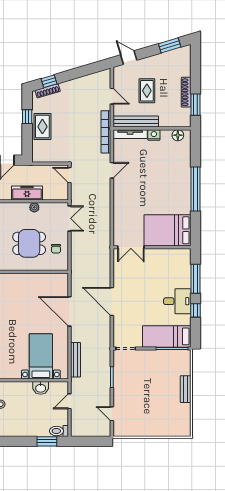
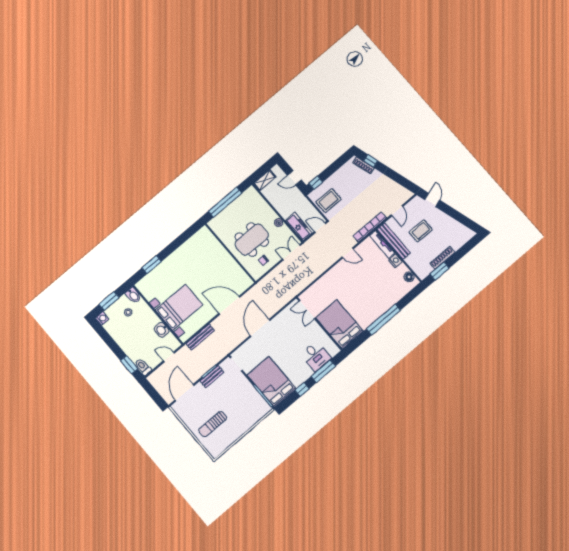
window: (170, 45) -> (464, 220), removed
window: (27, 117) -> (316, 183), moved
rug: (42, 127) -> (329, 201), moved
door: (70, 175) -> (320, 228), hinge flipped
freezer: (27, 193) -> (299, 227), moved
double door: (70, 218) -> (291, 252), swing flipped
dining table: (29, 243) -> (252, 240), width x1.38
desk: (177, 301) -> (316, 356), moved
door: (70, 311) -> (229, 305), hinge flipped
bed: (167, 336) -> (272, 382), width x1.50
bed with nightstands: (41, 356) -> (179, 307), width x1.36
bench: (186, 389) -> (212, 377), moved
sun lounger: (159, 412) -> (213, 424), added
door: (112, 414) -> (185, 393), width x1.87

